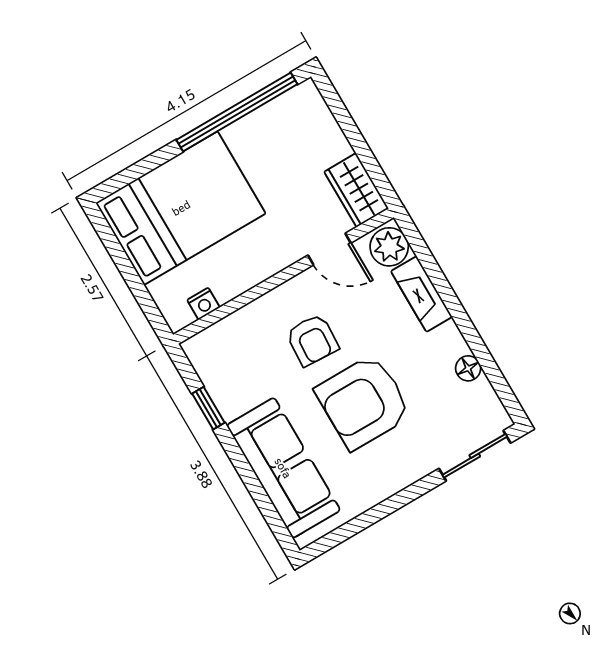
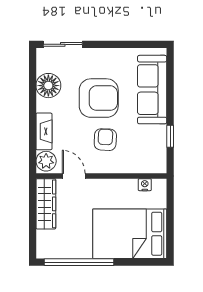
wardrobe: (356, 190) -> (46, 204), width x1.50
floor lamp: (468, 368) -> (48, 86), width x1.89, depth x1.89

